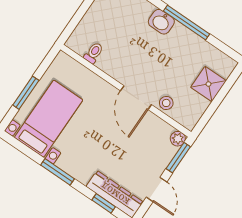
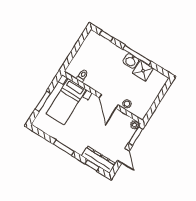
washbasin: (161, 22) -> (131, 61), moved
shower: (208, 84) -> (143, 71), moved
bed with nightstands: (49, 119) -> (66, 102), moved, turned 180

